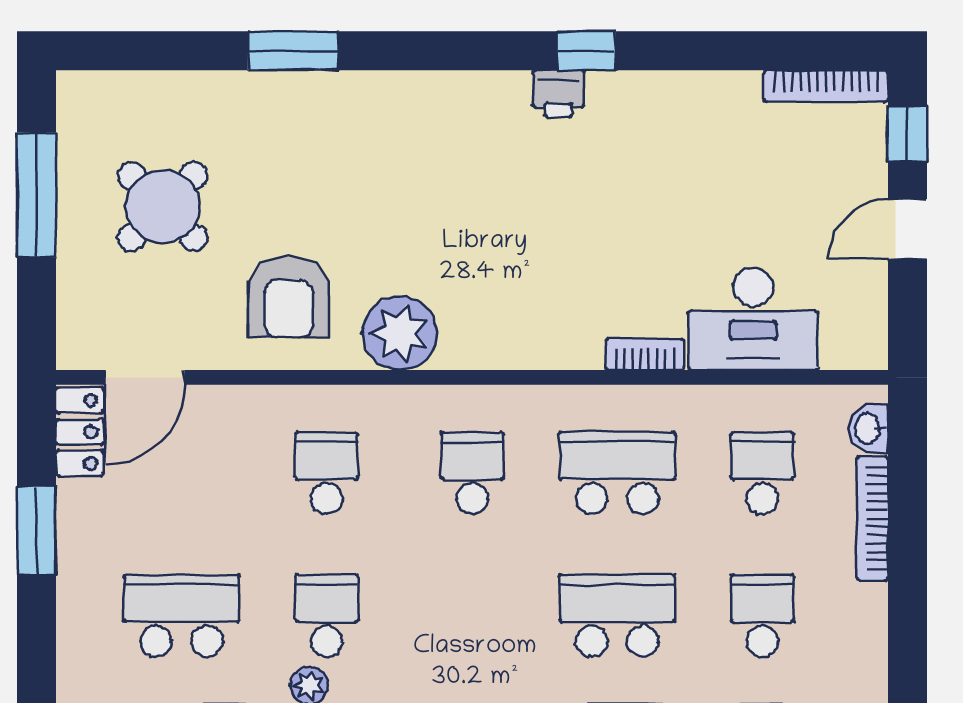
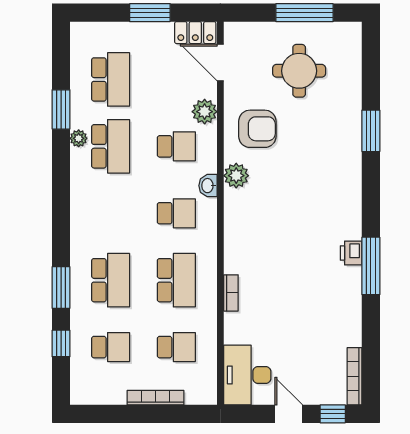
window: (586, 51) -> (371, 266), width x2.17
round table: (163, 206) -> (299, 71), turned 45
armchair: (289, 297) -> (257, 129), turned 180
desk: (753, 319) -> (247, 375), moved
plant: (400, 333) -> (236, 176), width x0.73, depth x0.73
plant: (251, 412) -> (205, 112), added
washbasin: (869, 428) -> (208, 186), moved, turned -90
school desk: (327, 616) -> (111, 146), width x1.85

